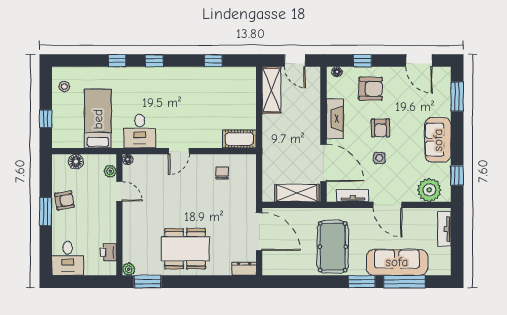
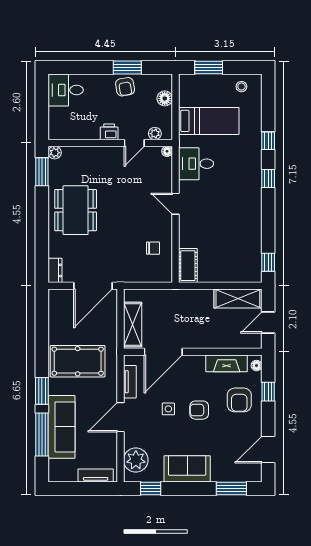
window: (213, 61) -> (268, 262), moved
window: (46, 119) -> (209, 68), width x1.50
fireplace: (335, 119) -> (227, 363), moved
window: (46, 211) -> (127, 68), moved
printer: (108, 252) -> (109, 132), moved

